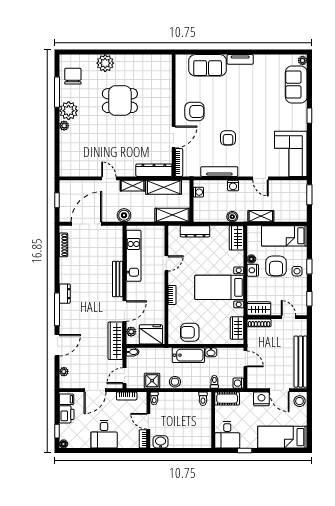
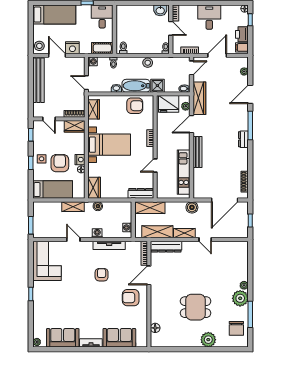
floor lamp: (166, 77) -> (155, 328), added
sofa: (296, 84) -> (63, 338), moved, turned -90
dresser: (195, 231) -> (141, 193), moved
shower: (152, 381) -> (157, 86), moved

